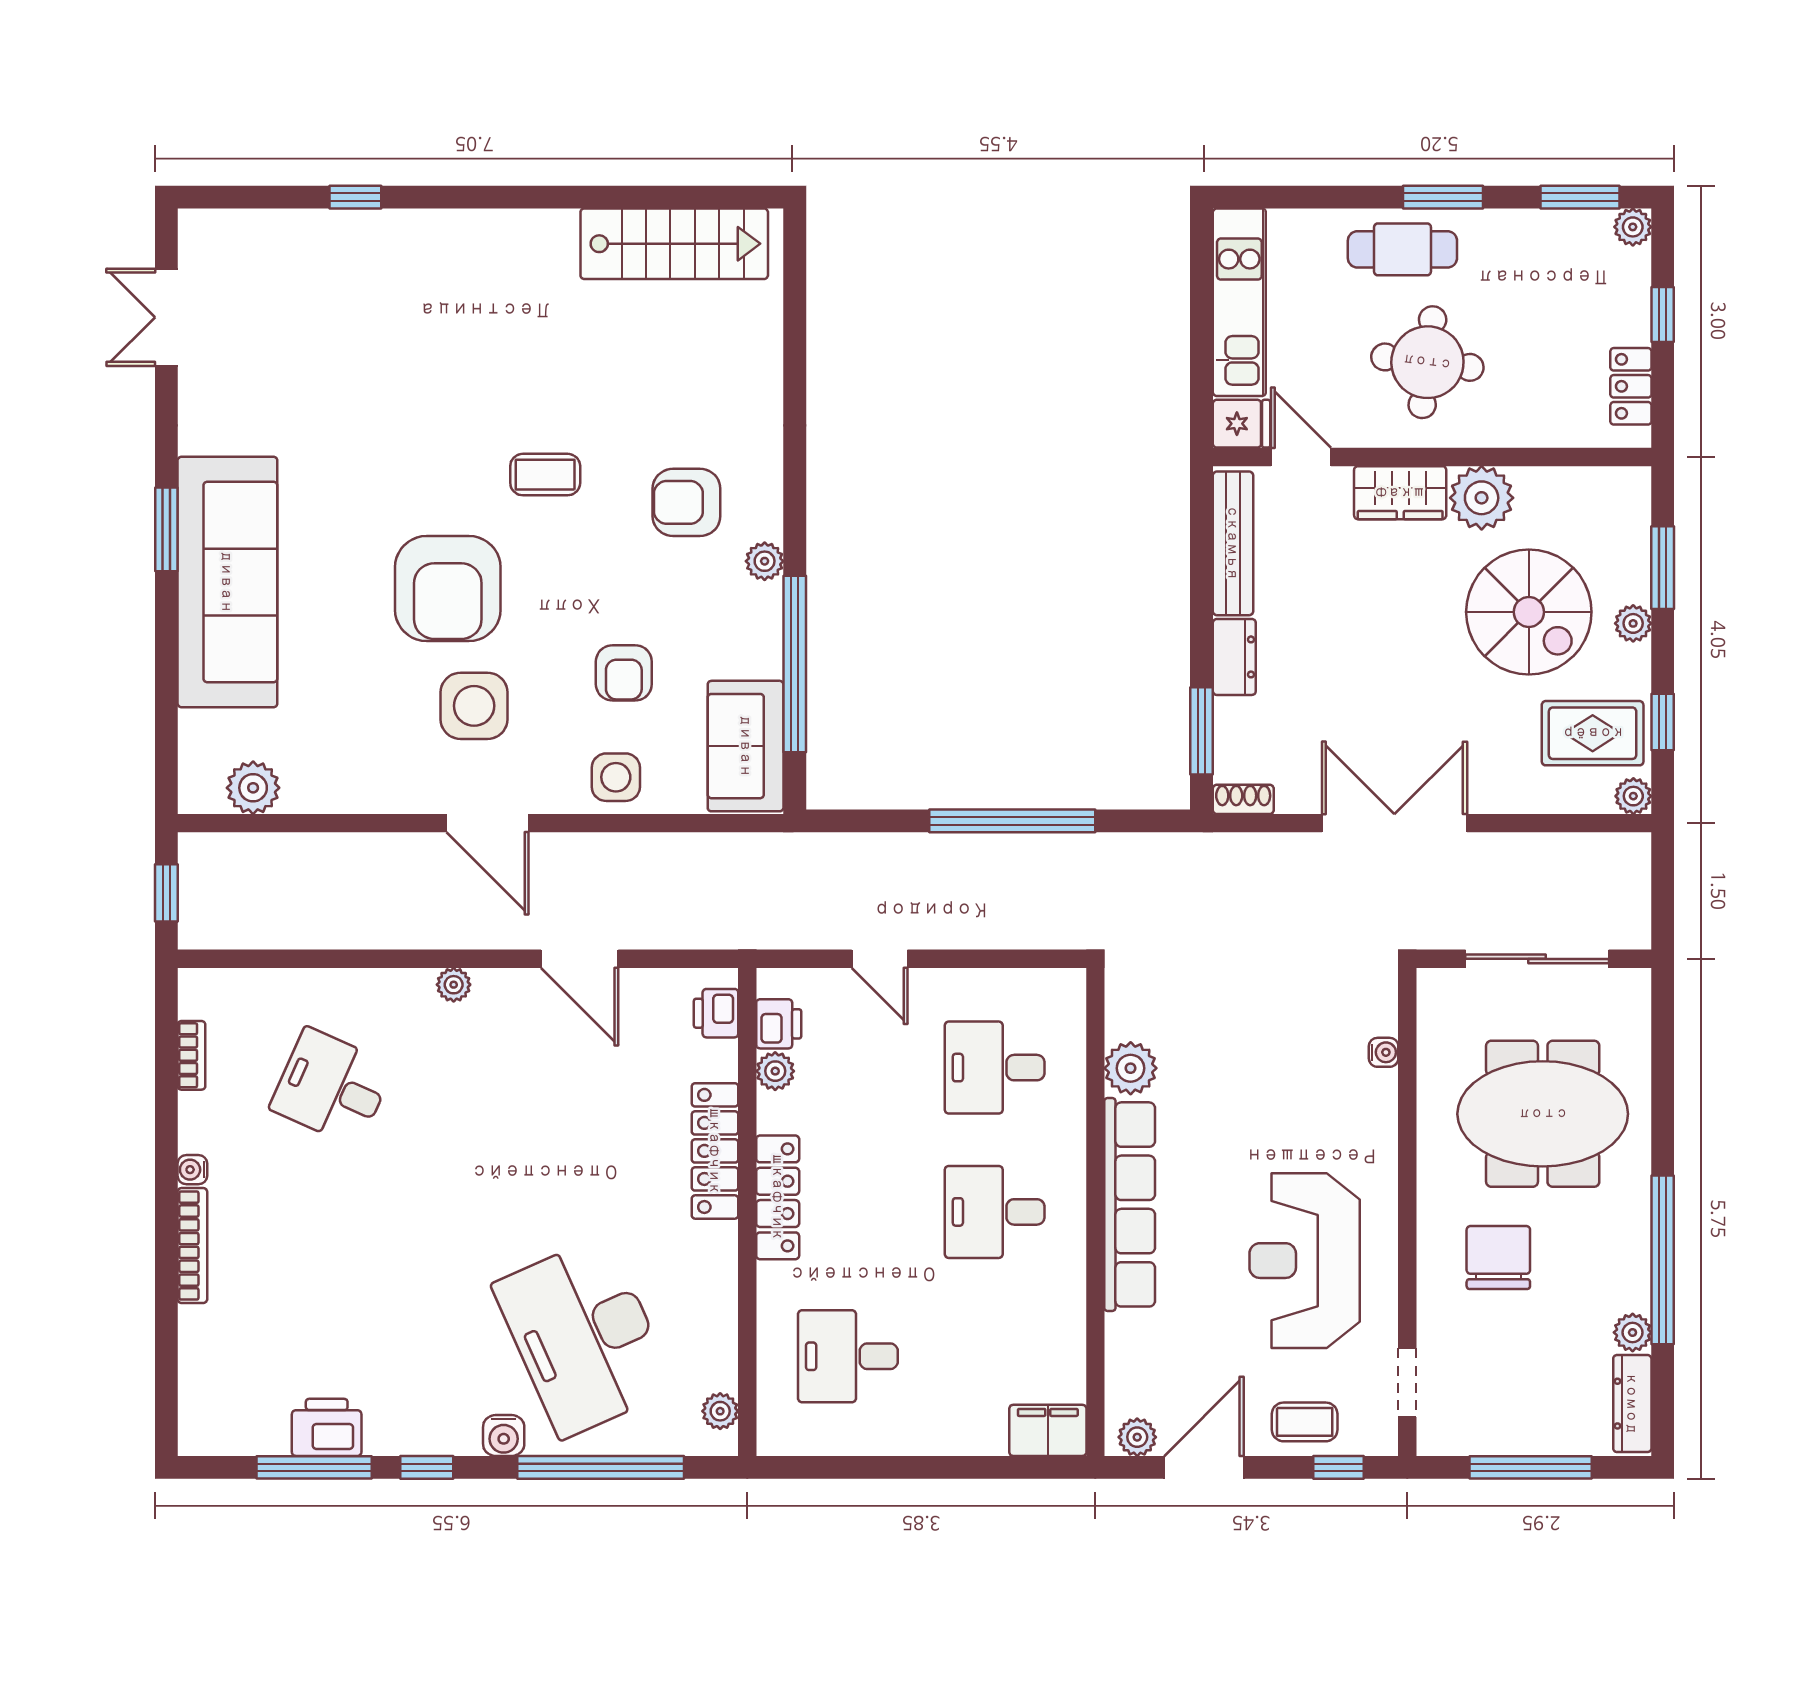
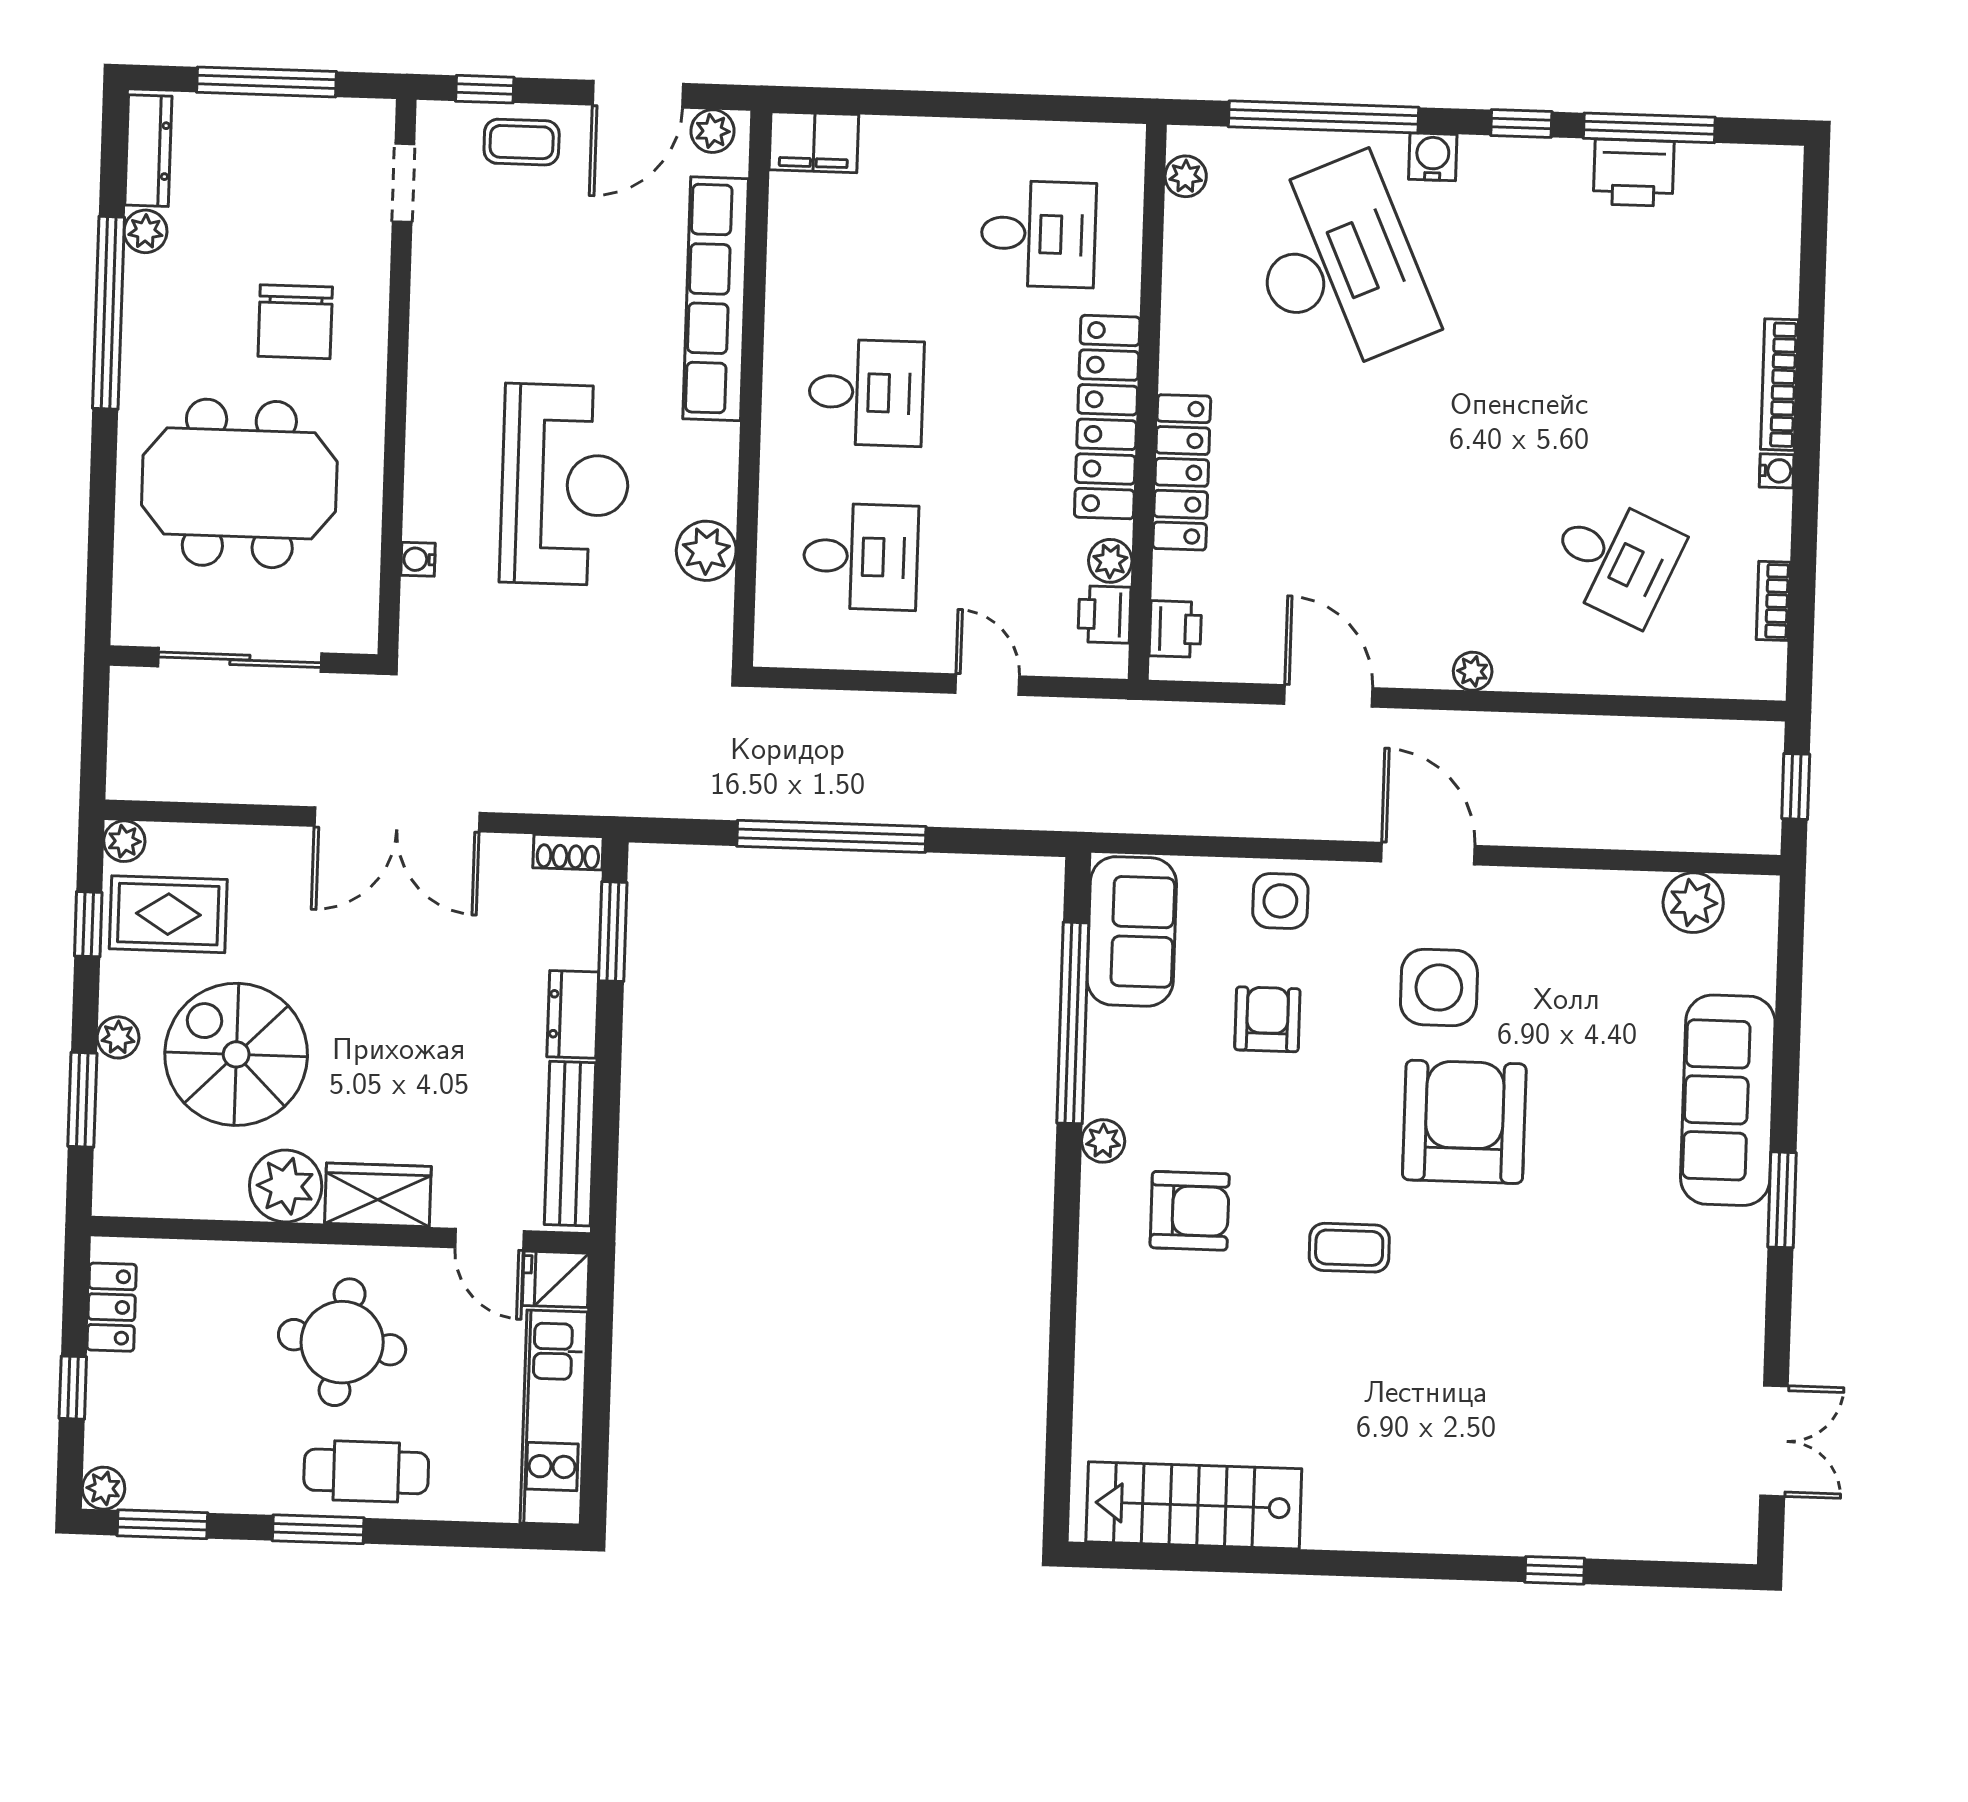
sofa: (227, 582) -> (1728, 1100), width x0.74, depth x0.79
locker: (778, 1197) -> (1107, 417), width x1.41, depth x1.21
row of seats: (1130, 1204) -> (716, 299), moved
reception desk: (1305, 1261) -> (565, 485), moved

